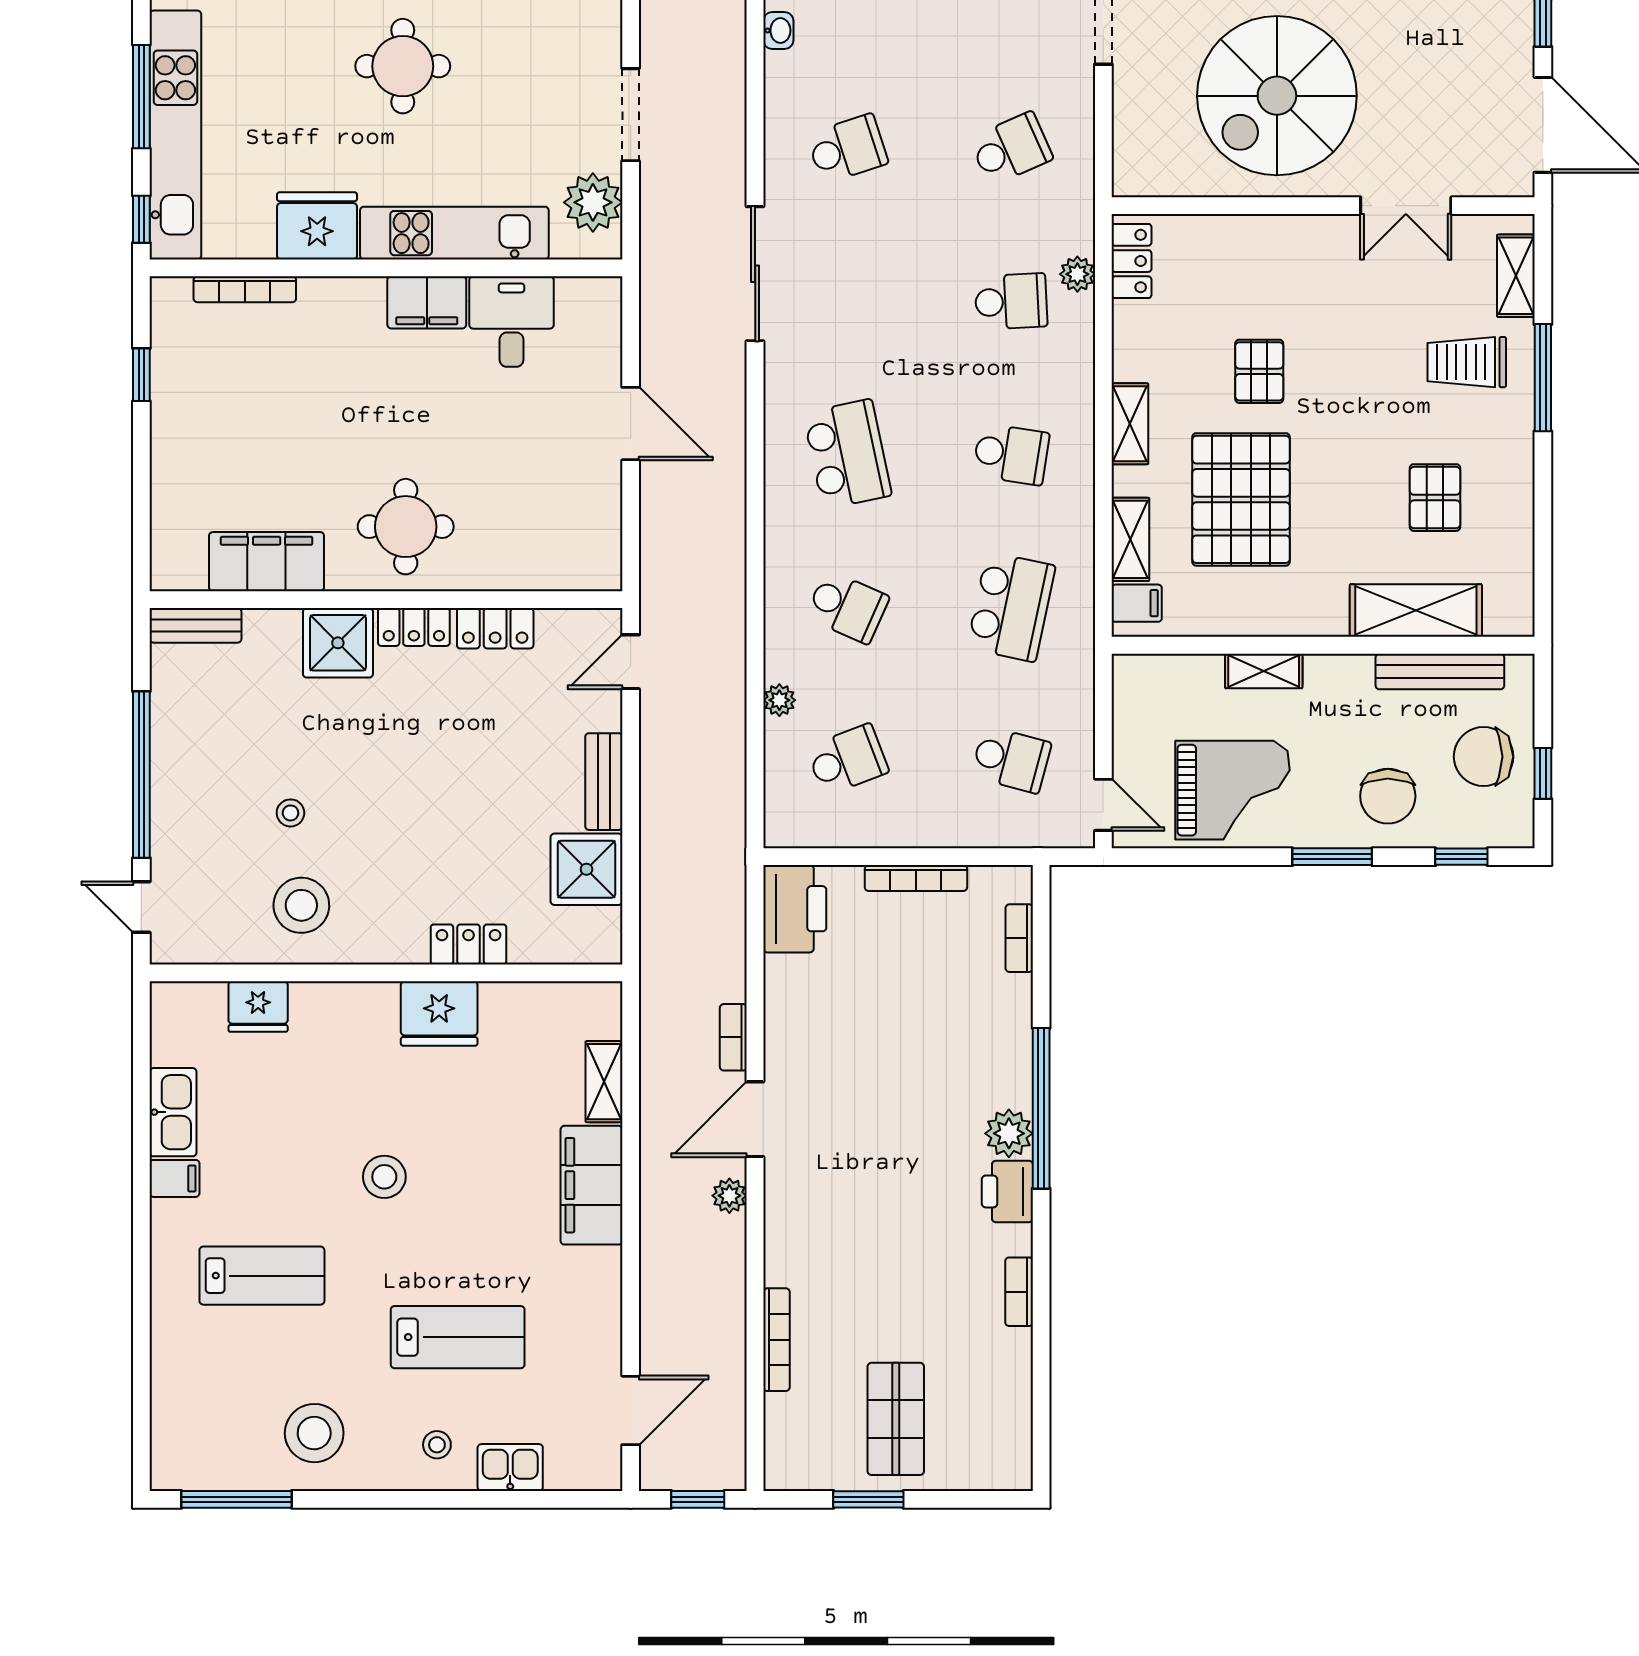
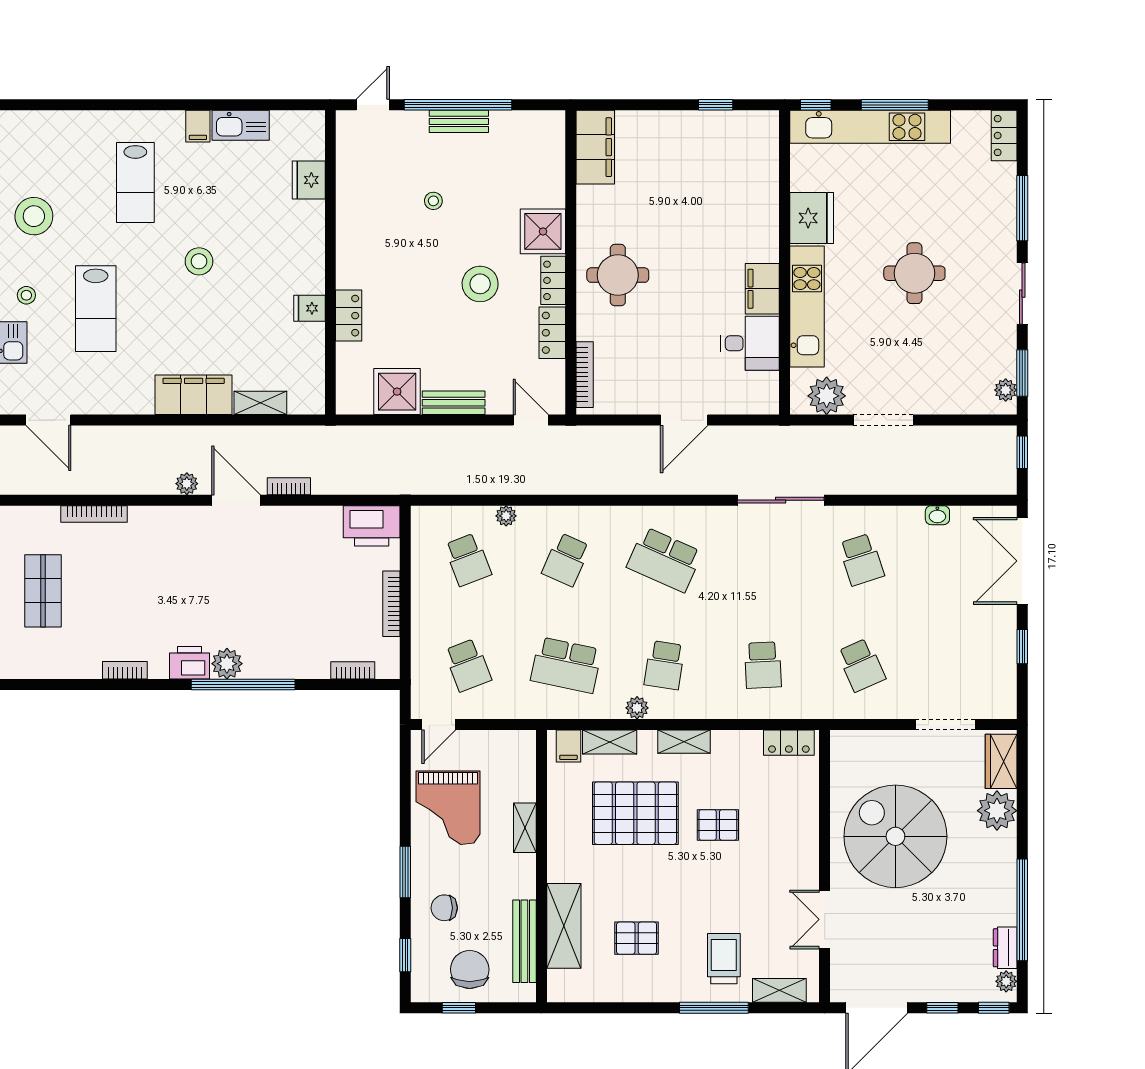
plant: (1077, 274) -> (637, 708), moved
bookcase: (245, 289) -> (585, 375), moved, turned 180
school desk: (847, 454) -> (665, 560), turned 36
filing cabinet: (267, 562) -> (595, 147), moved
bench: (196, 625) -> (459, 121), moved, turned 90
school desk: (1011, 760) -> (468, 665), turned -36
chair: (1388, 796) -> (444, 908), width x0.73, depth x0.73
stool: (301, 905) -> (480, 284), moved
fridge: (439, 1013) -> (309, 308), width x0.53, depth x0.75
shop shelf: (896, 1419) -> (43, 591), turned 90

